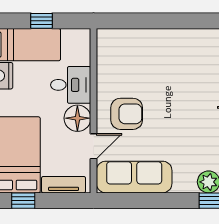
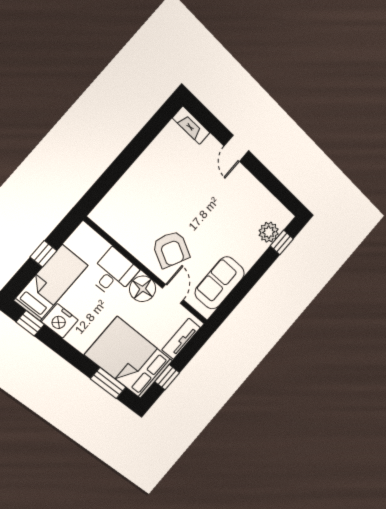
armchair: (127, 114) -> (171, 249), turned 117
sofa: (134, 177) -> (220, 283), width x0.73

